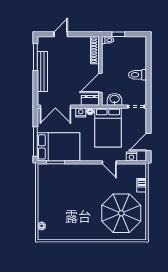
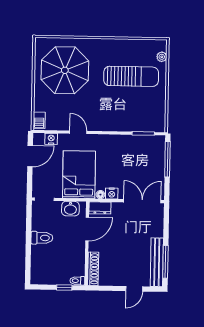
bench: (42, 71) -> (157, 262), moved
bed: (59, 147) -> (139, 152), removed
barbecue: (142, 185) -> (39, 120), moved
sun lounger: (67, 209) -> (131, 76), added

